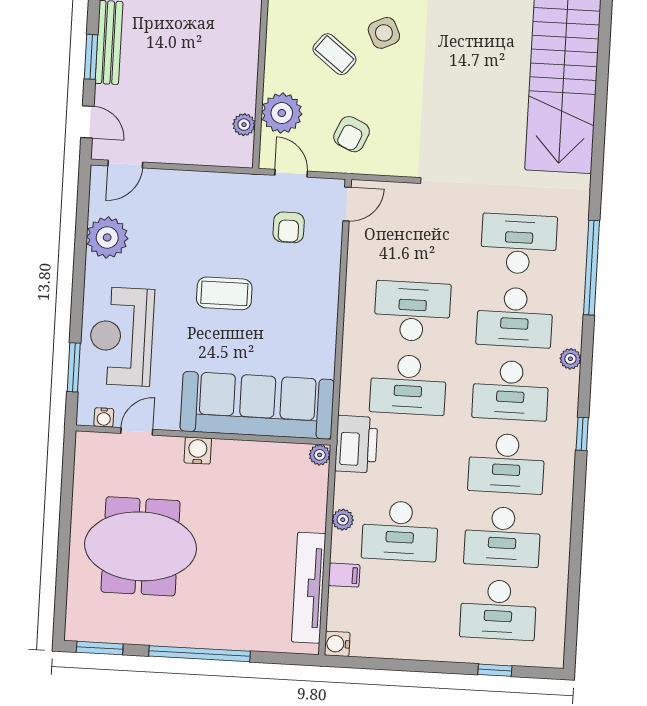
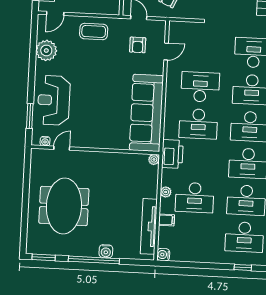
door: (347, 204) -> (166, 52), moved
coffee table: (224, 293) -> (94, 31), moved
sofa: (257, 405) -> (146, 113), moved, turned -90
water cooler: (198, 451) -> (106, 251), moved, turned 180
meeting table: (141, 546) -> (64, 206), turned 90

